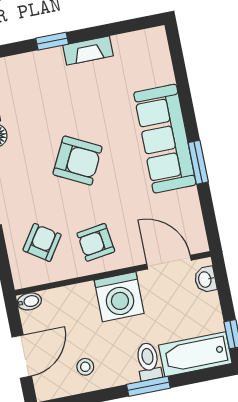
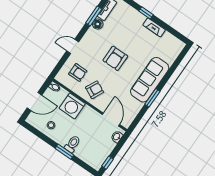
armchair: (78, 161) -> (115, 58), turned 63
armchair: (42, 242) -> (78, 72), turned 56
armchair: (96, 242) -> (95, 90), turned 124
washing machine: (119, 297) -> (72, 106), moved
bathtub: (195, 354) -> (89, 157), removed

